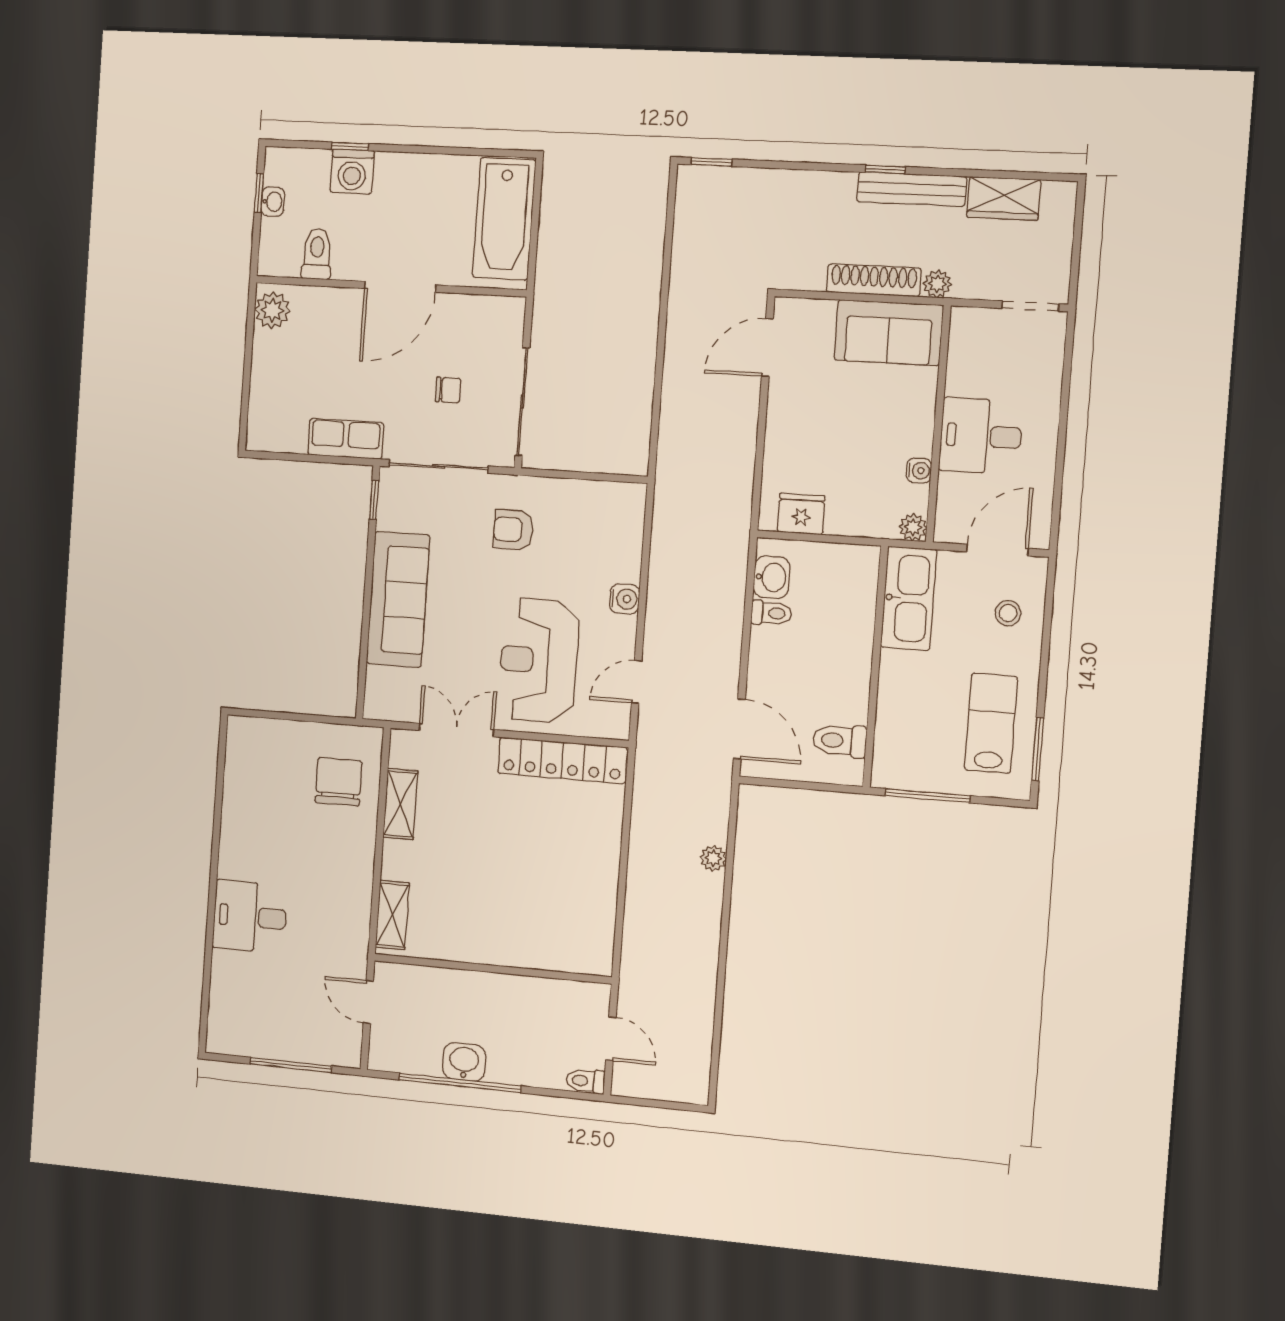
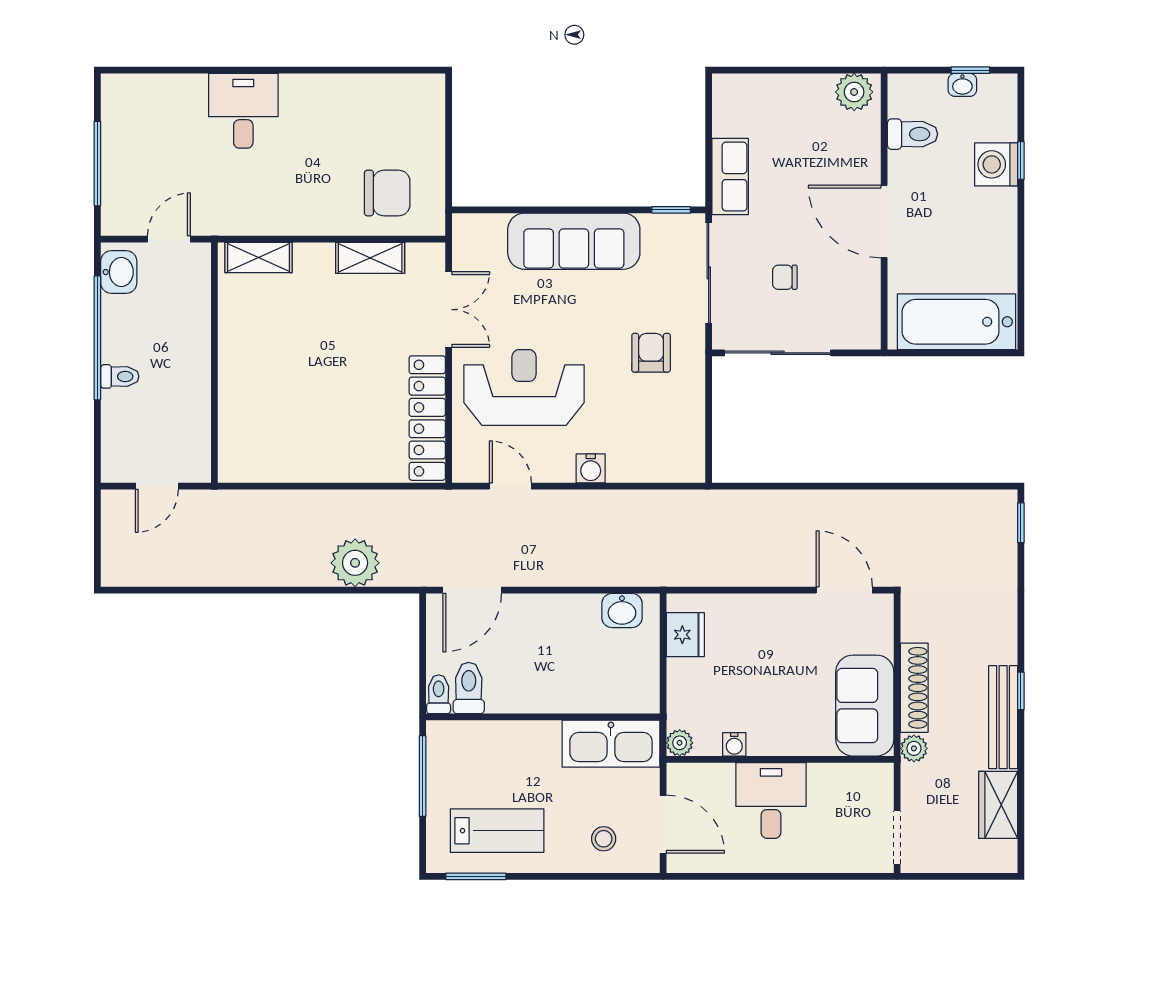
chair: (448, 390) -> (785, 277), turned 90
toilet: (771, 613) -> (439, 694), moved, turned 180
plant: (713, 858) -> (355, 563), width x1.87, depth x1.87
washbasin: (464, 1062) -> (119, 272), moved
toilet: (585, 1081) -> (120, 376), moved, turned 90

